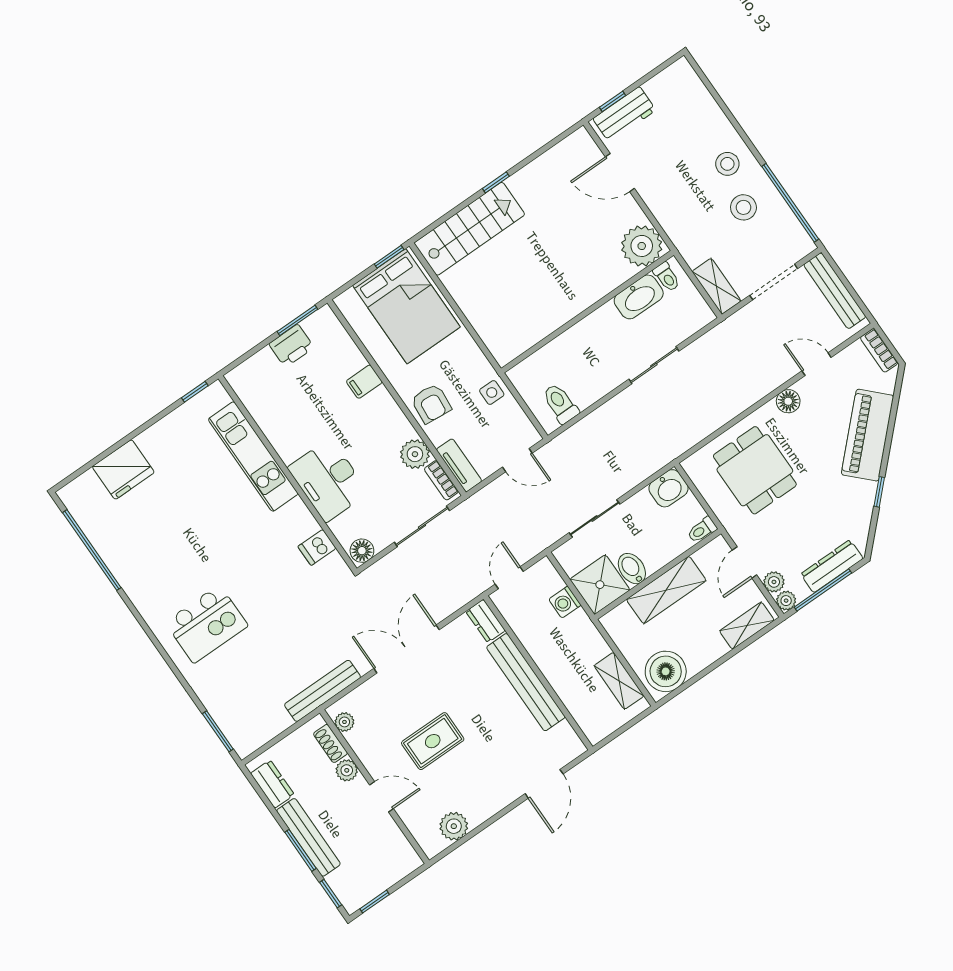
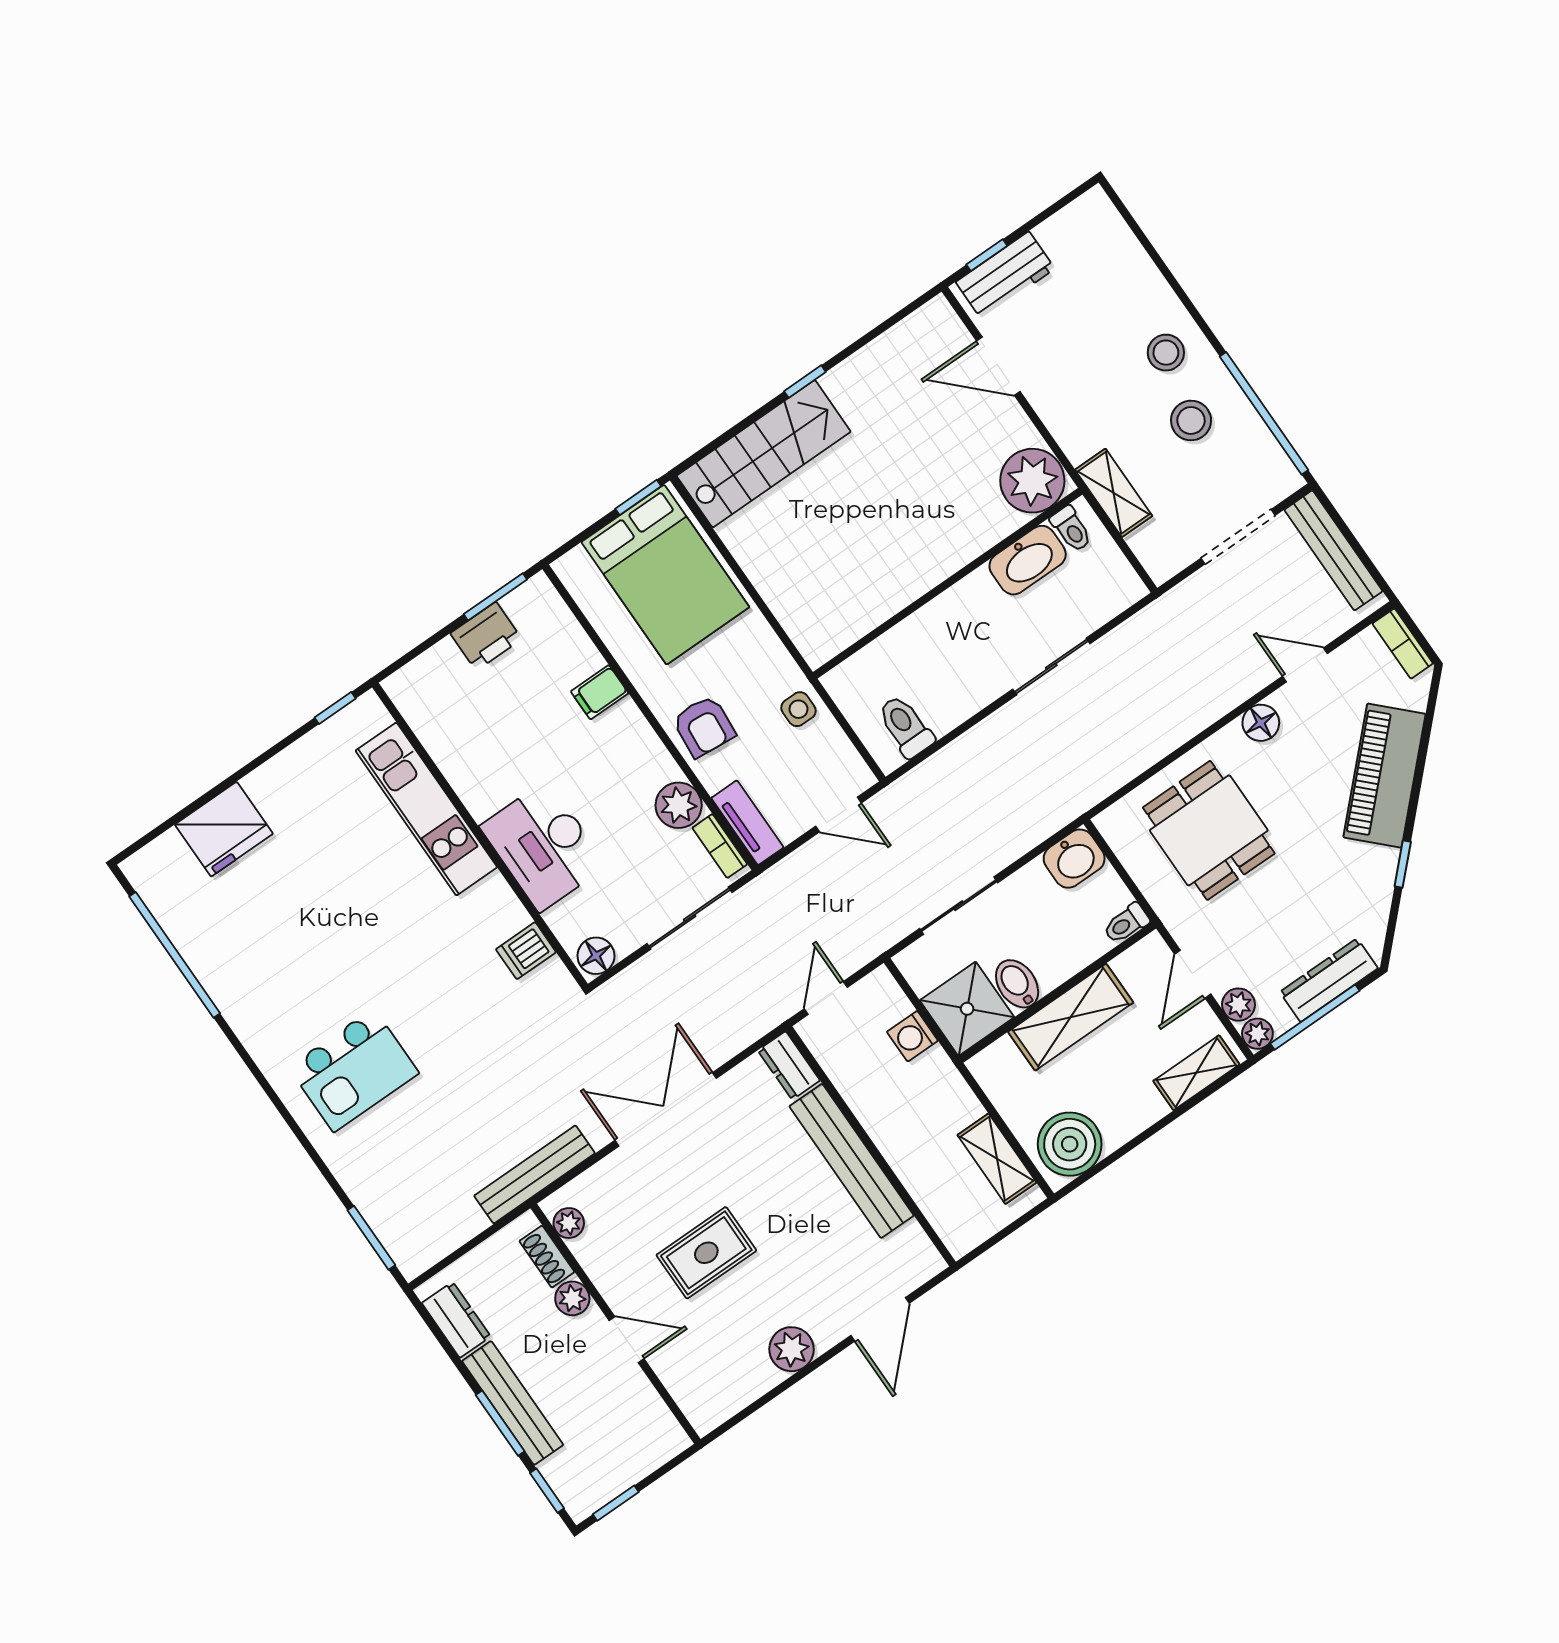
shelving: (716, 286) -> (1114, 493), moved
plant: (454, 826) -> (792, 1349), moved

